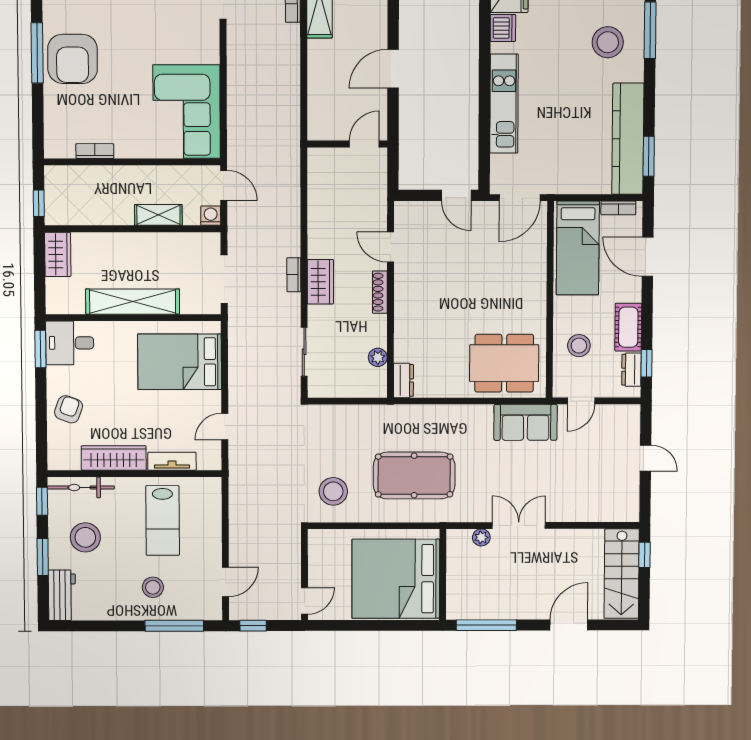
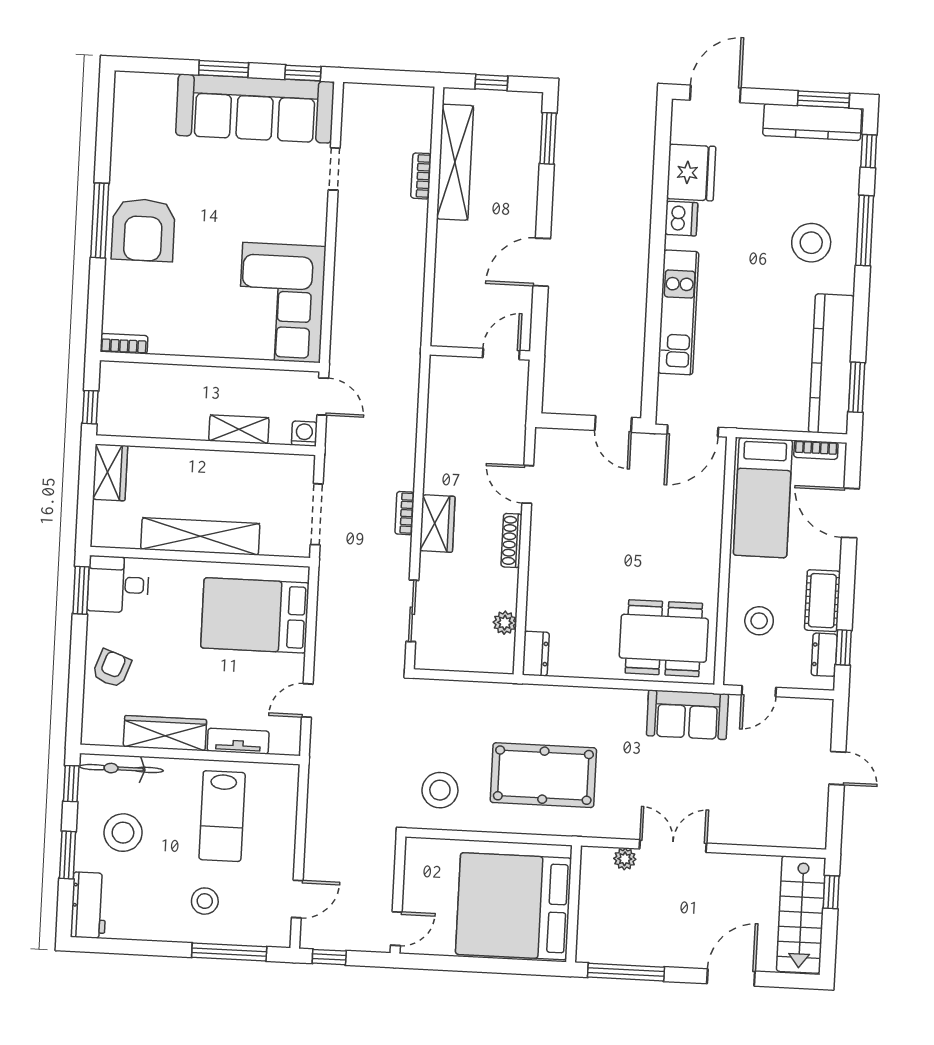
bookcase: (95, 151) -> (124, 344), moved

